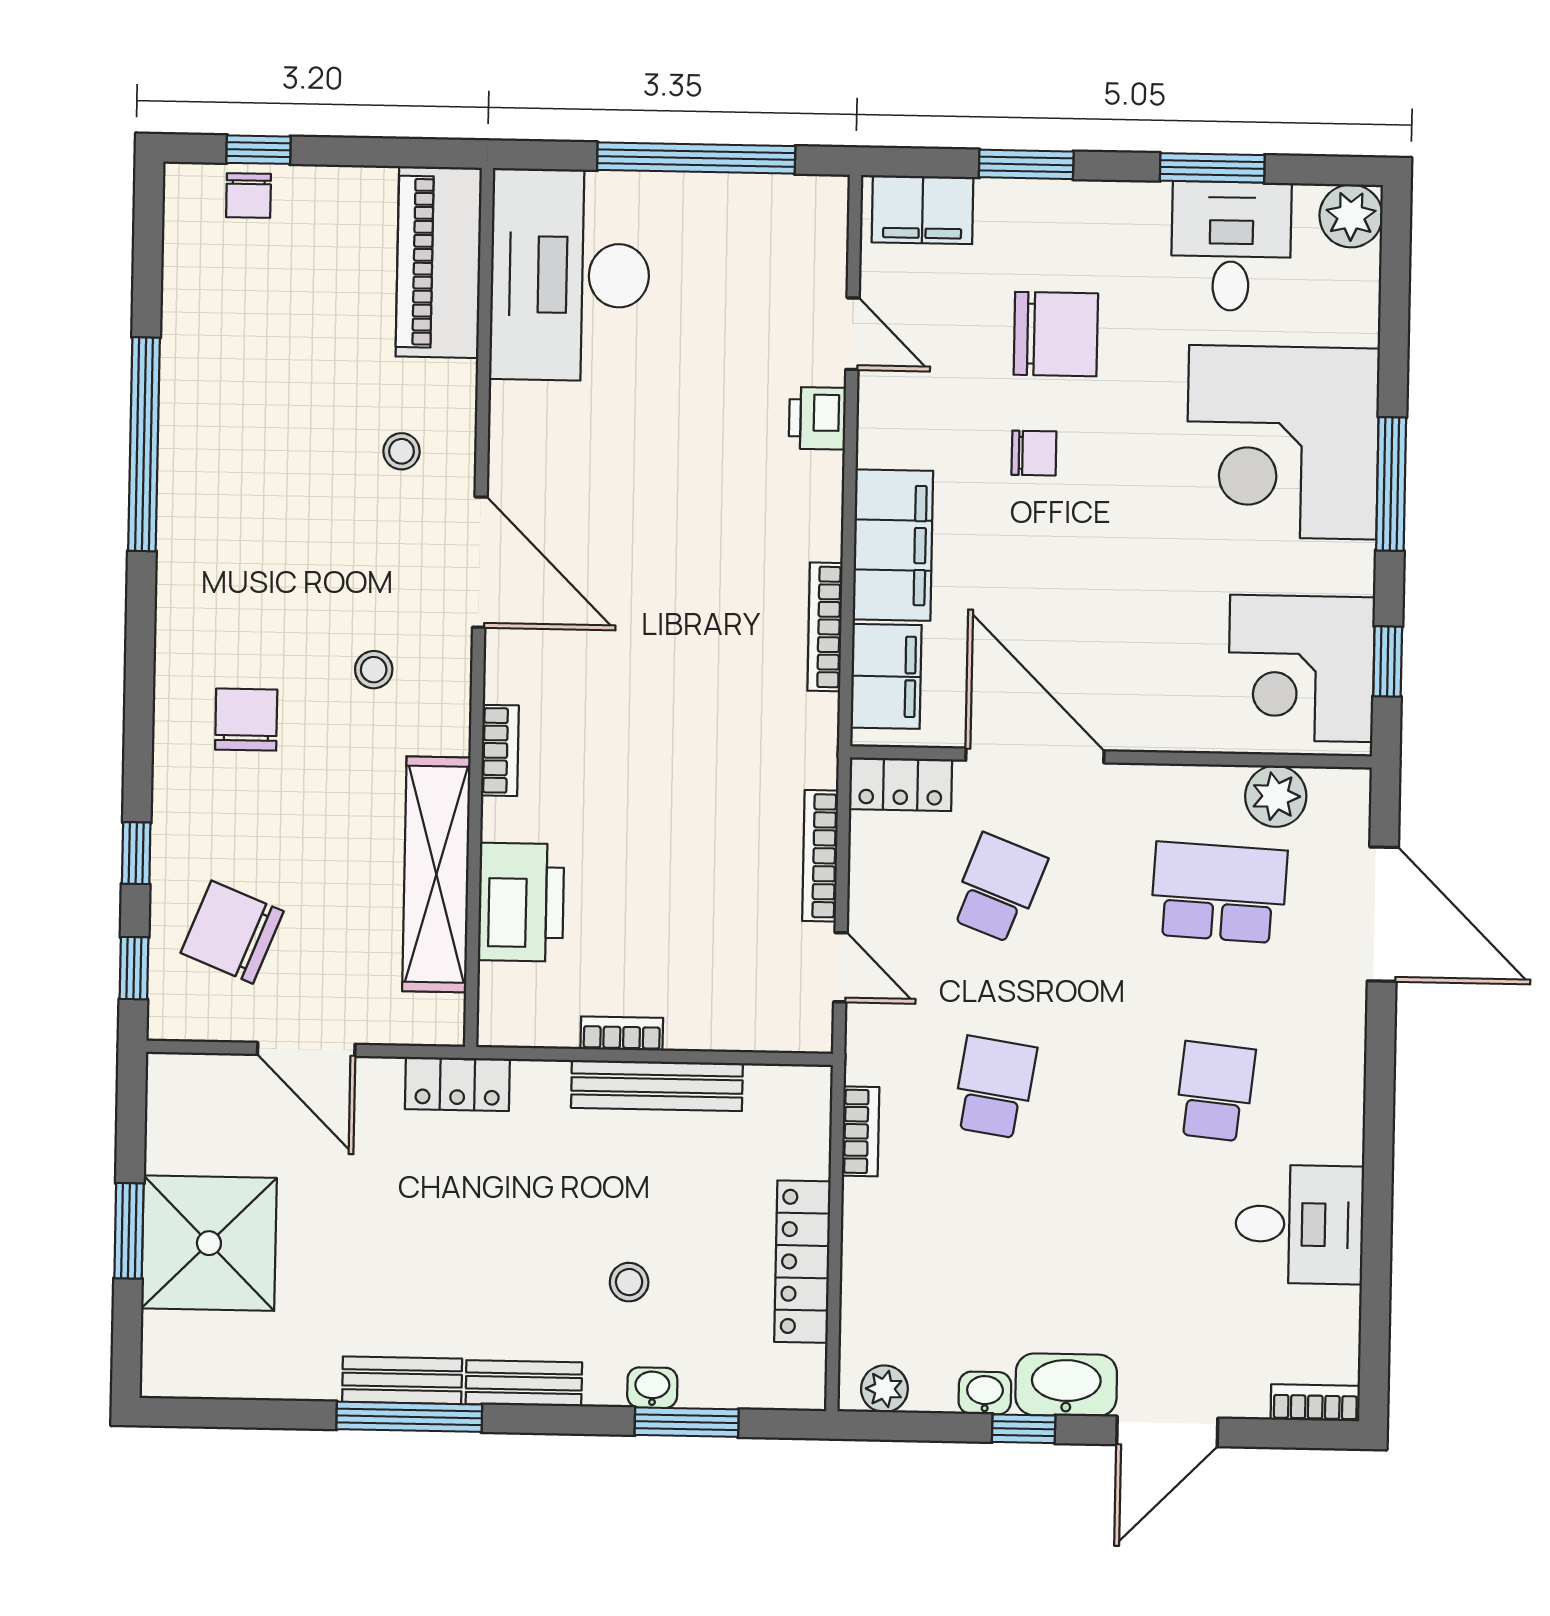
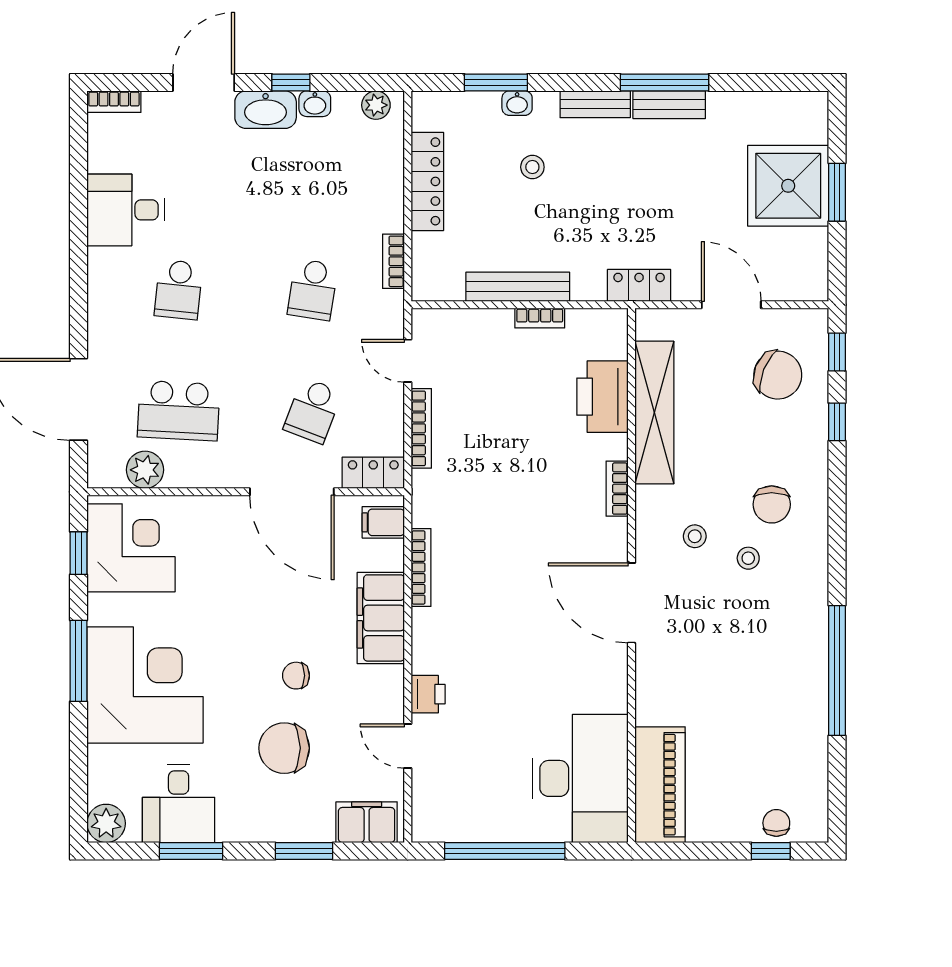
stool: (402, 451) -> (748, 558), moved
filing cabinet: (886, 676) -> (383, 522), width x0.50

